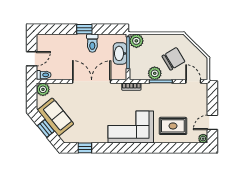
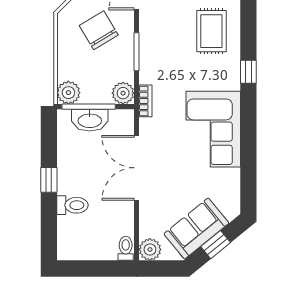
toilet: (92, 43) -> (72, 205), moved
door: (32, 59) -> (98, 269), removed
plant: (155, 73) -> (123, 93), moved
corner sofa: (131, 127) -> (213, 129), moved
window: (85, 148) -> (248, 72), moved

